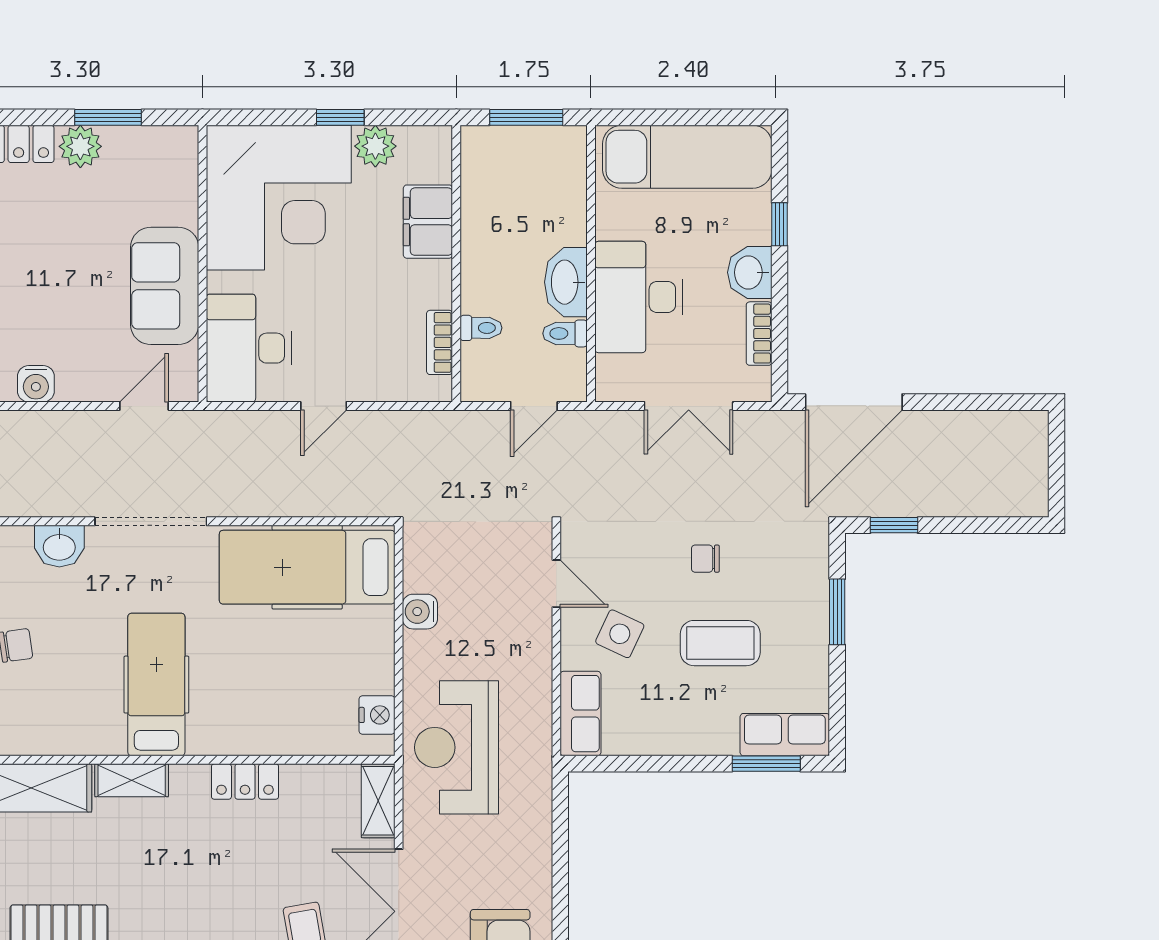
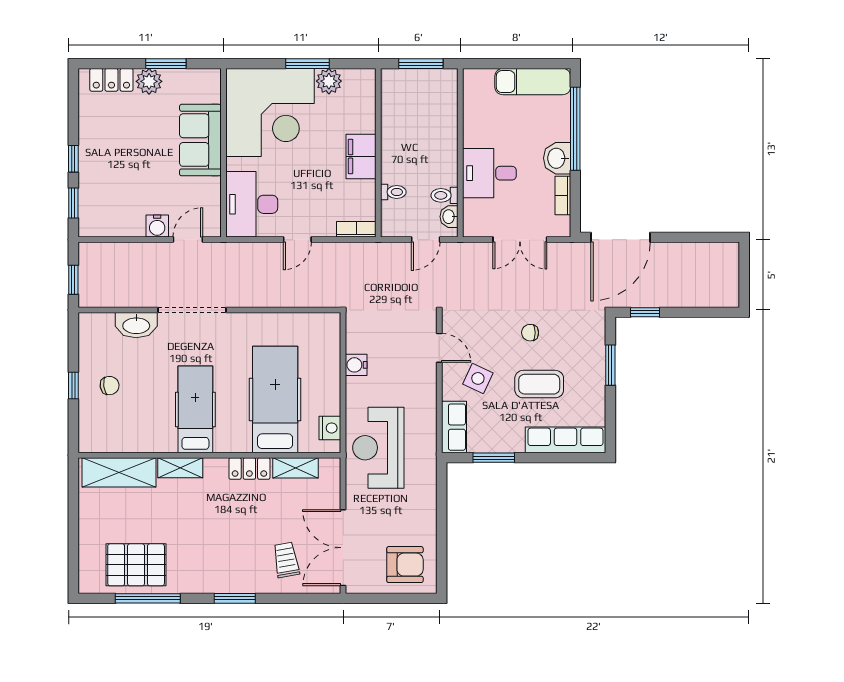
window: (340, 117) -> (307, 64), width x1.50
exam couch: (687, 157) -> (533, 82), width x0.73, depth x0.69
filing cabinet: (428, 222) -> (361, 156), moved
window: (779, 224) -> (575, 129), width x3.17
washbasin: (566, 282) -> (449, 217), moved, width x0.52, depth x0.69
sofa: (165, 286) -> (200, 140), moved
desk: (639, 297) -> (489, 173), width x0.73
bookcase: (440, 342) -> (356, 229), moved, turned 90
water cooler: (36, 384) -> (157, 226), moved
washbasin: (59, 546) -> (136, 325), width x1.38
hospital bed: (307, 567) -> (275, 400), moved, turned 90
row of seats: (785, 735) -> (566, 440), width x1.48
window: (766, 764) -> (494, 458), moved
shelving: (378, 801) -> (295, 468), moved, turned 90

